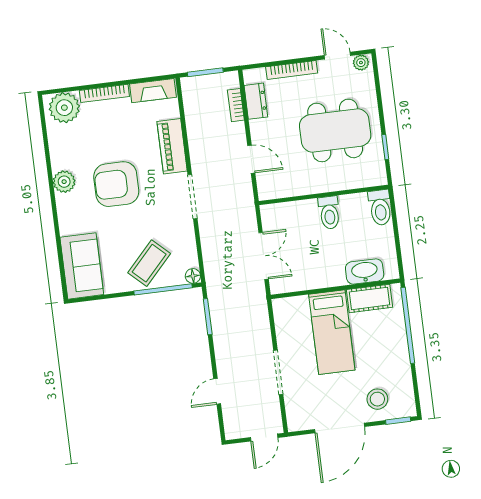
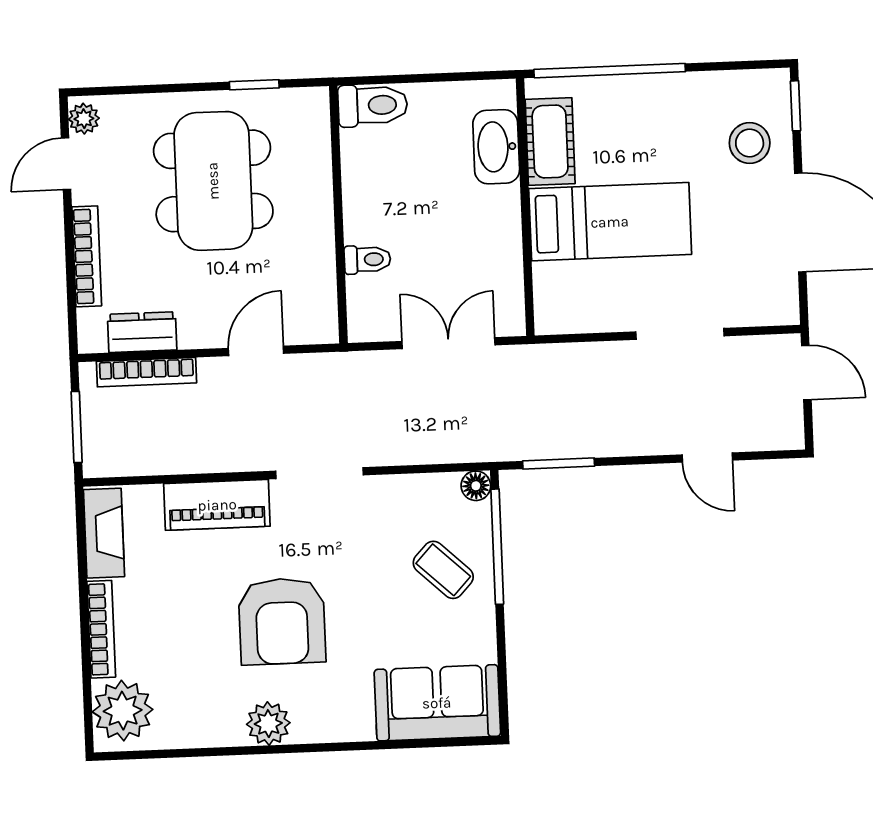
bookcase: (236, 105) -> (146, 372), width x1.56
toilet: (329, 213) -> (367, 260), moved, width x0.73, depth x0.72
coffee table: (149, 263) -> (443, 570), width x0.73, depth x0.77

